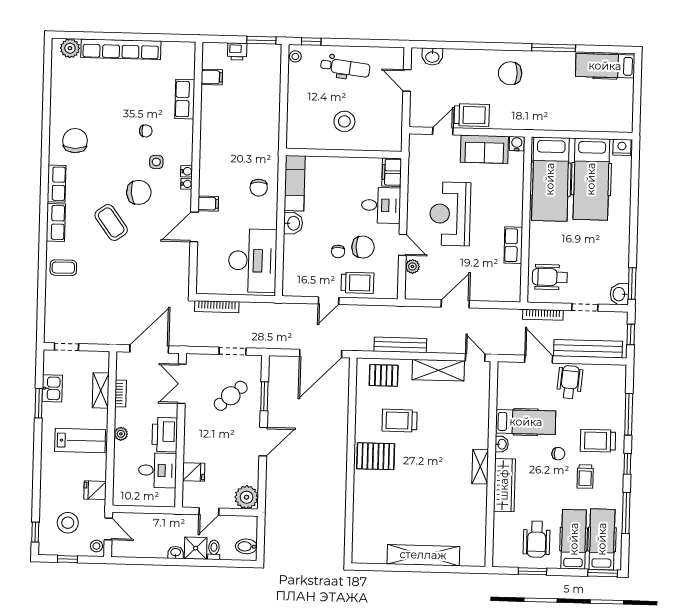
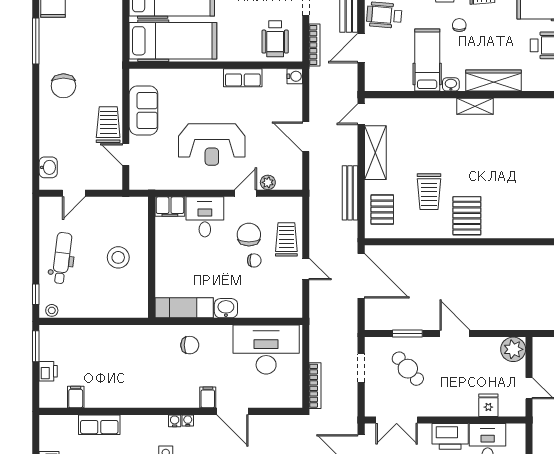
water cooler: (517, 144) -> (295, 76), moved, turned 180

